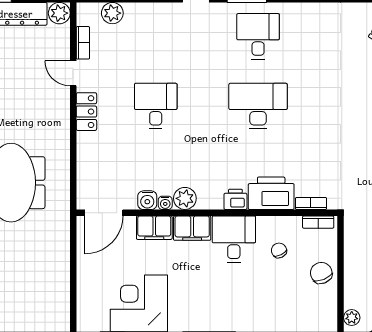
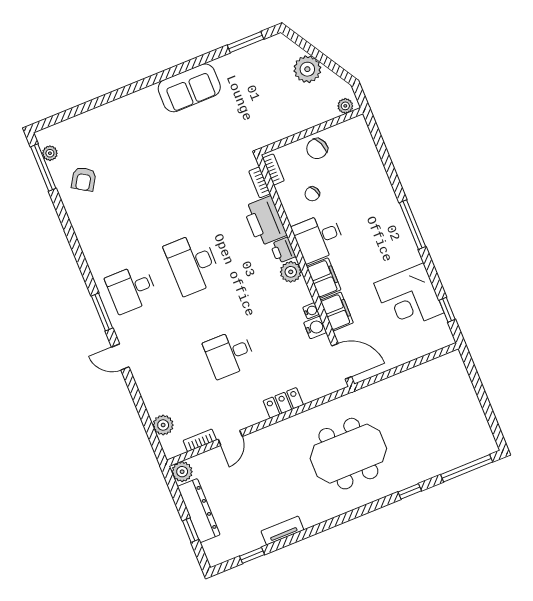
locker: (86, 112) -> (283, 403), moved
plant: (185, 198) -> (291, 272), moved

